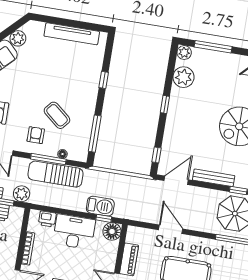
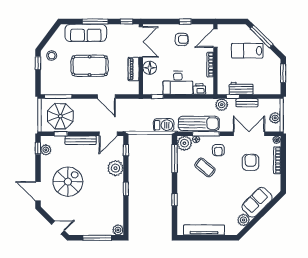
plant: (183, 77) -> (115, 168), moved
plant: (79, 151) -> (184, 143), added
barbecue: (100, 206) -> (164, 125), moved, turned 180
floor lamp: (112, 231) -> (150, 68), moved

